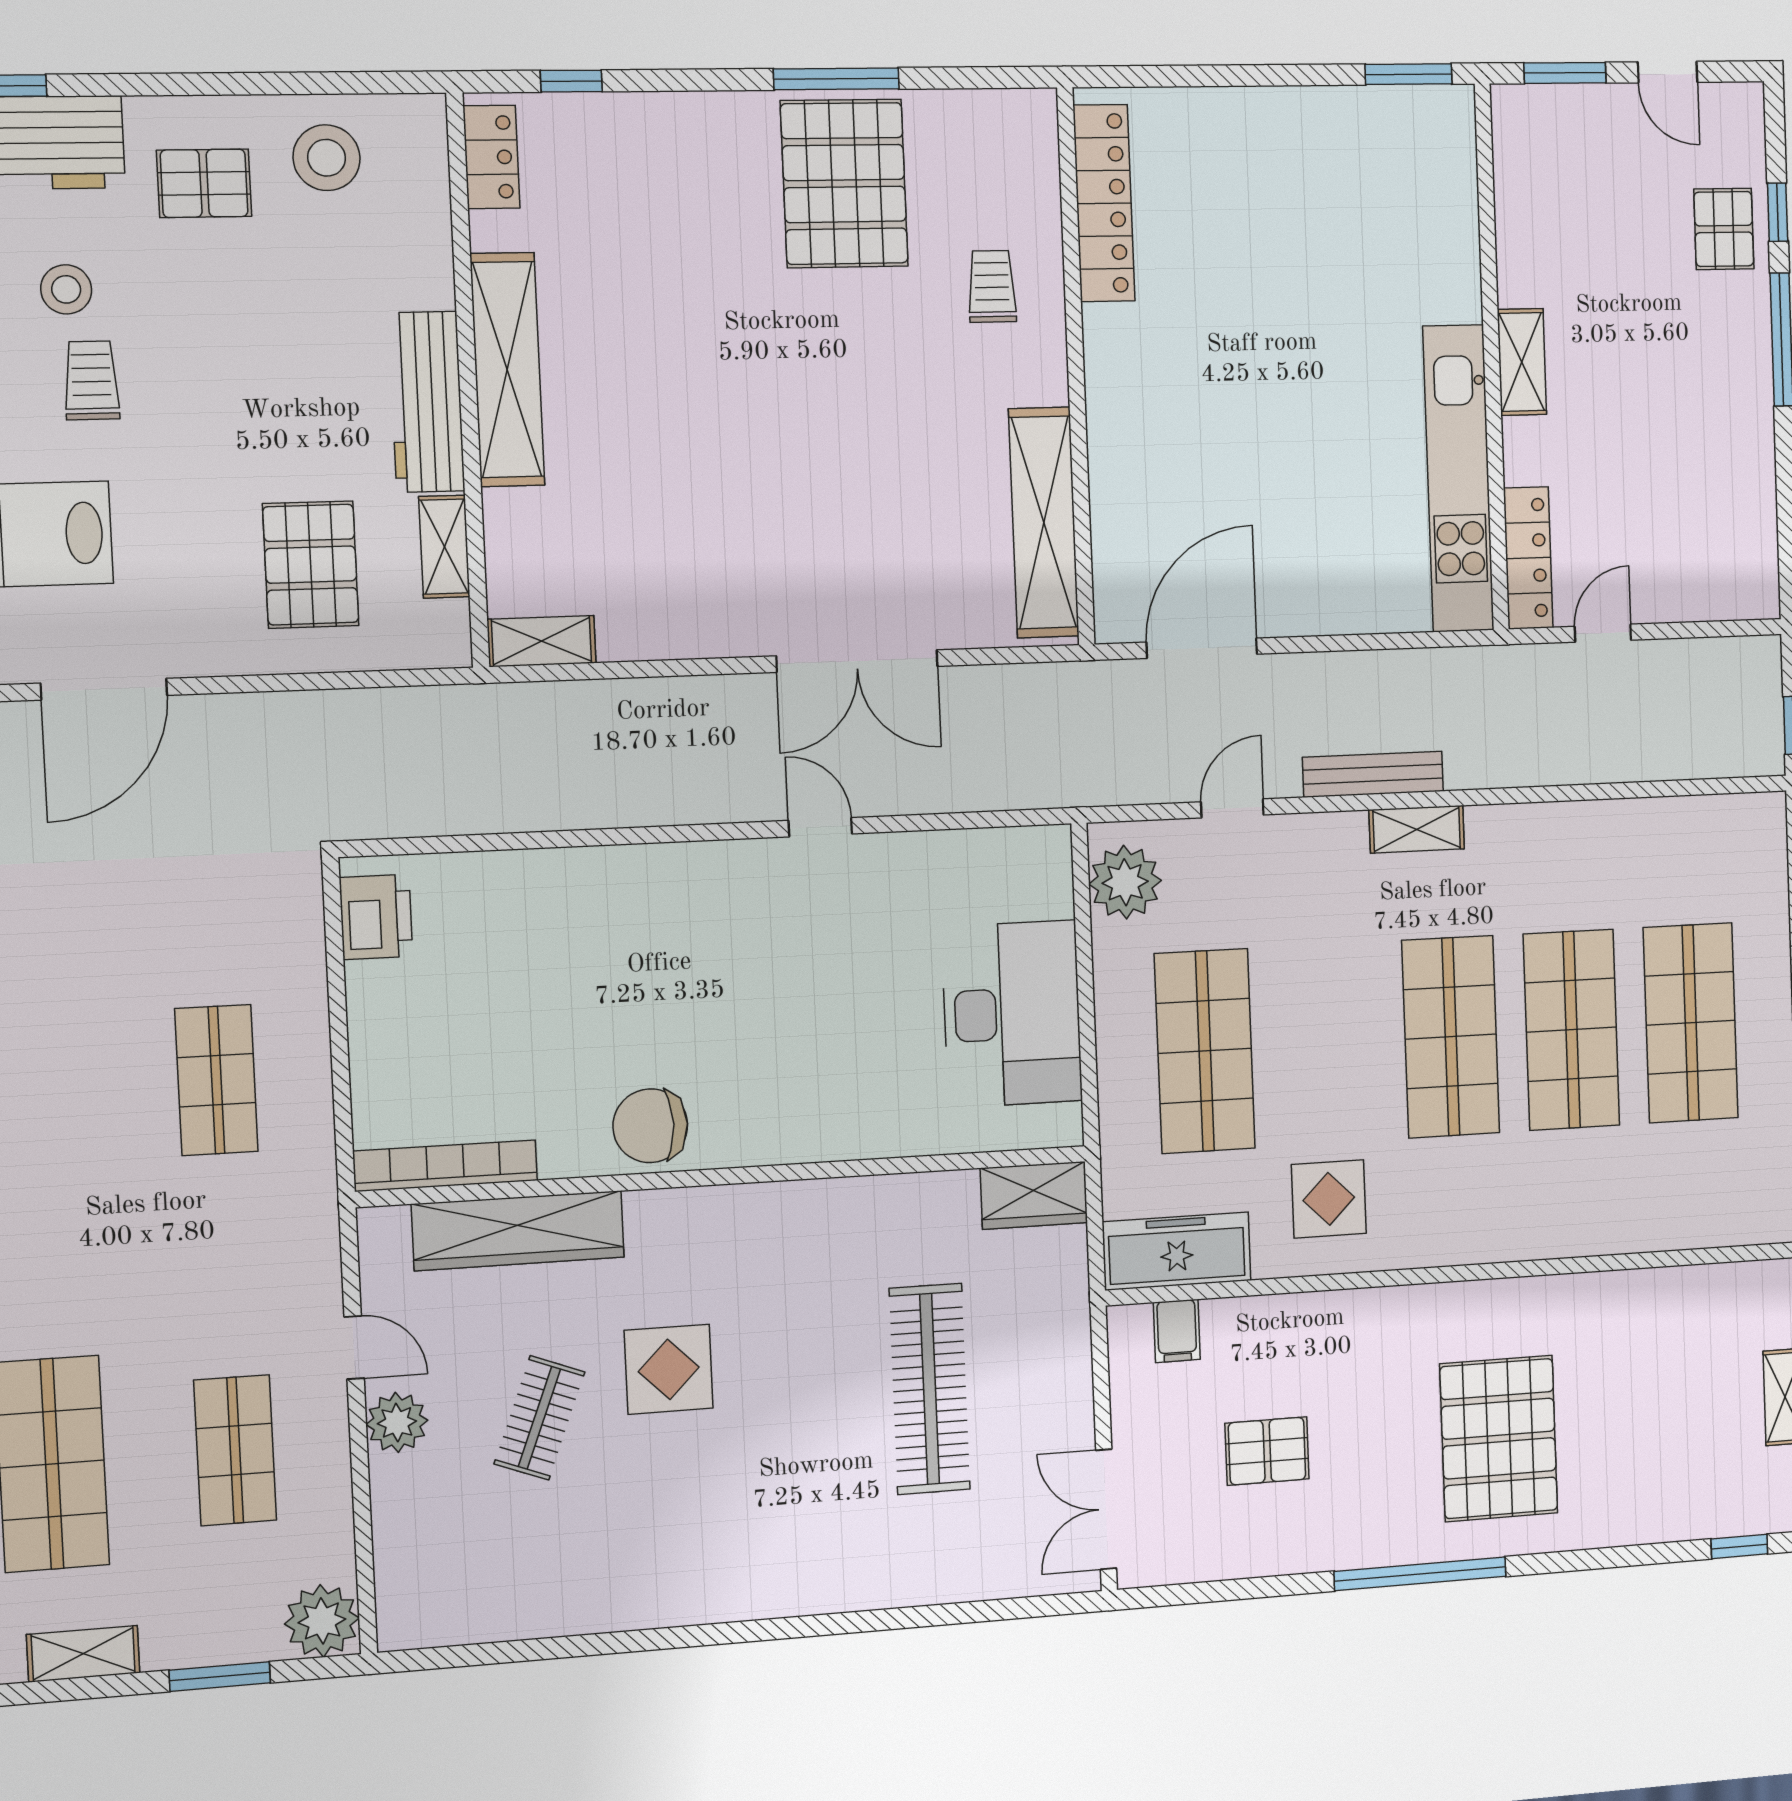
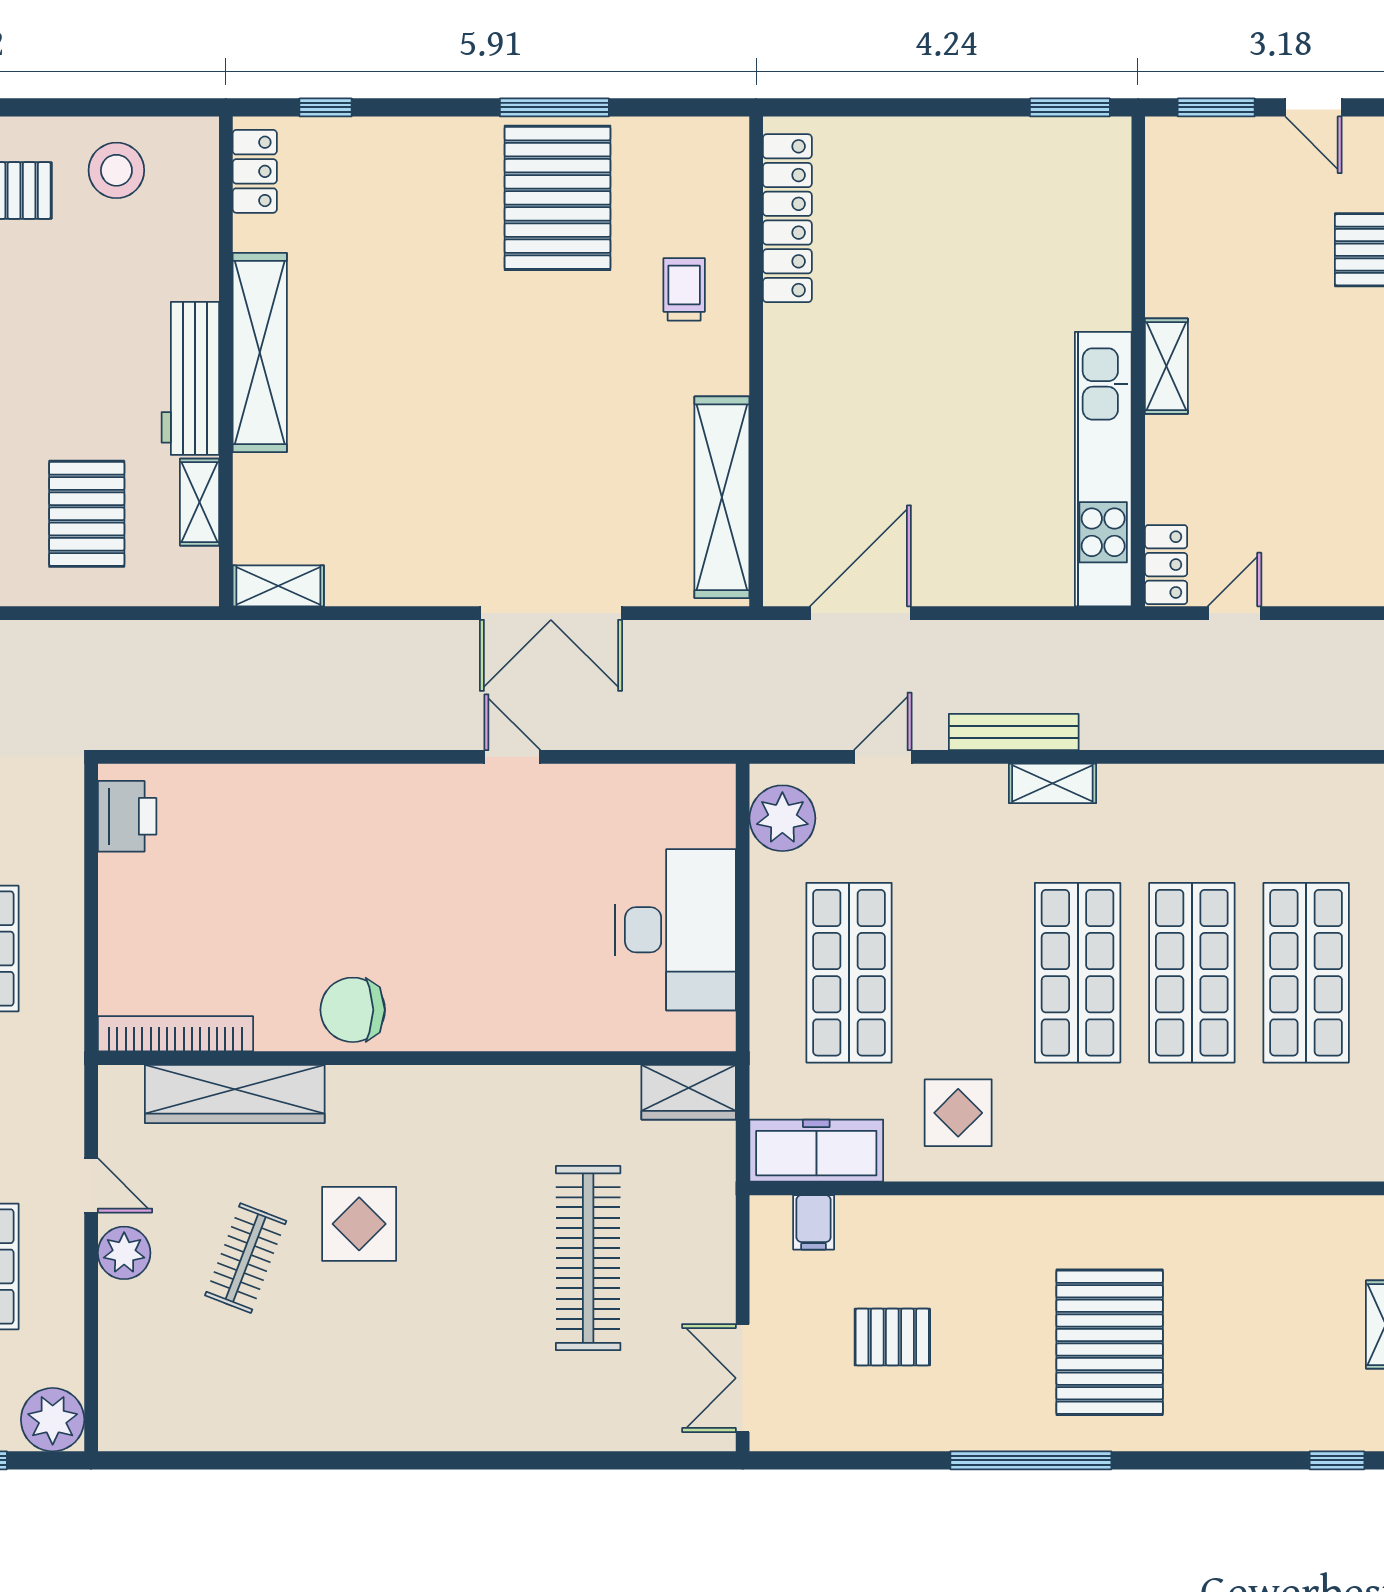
locker: (1528, 558) -> (1166, 565), width x0.66

